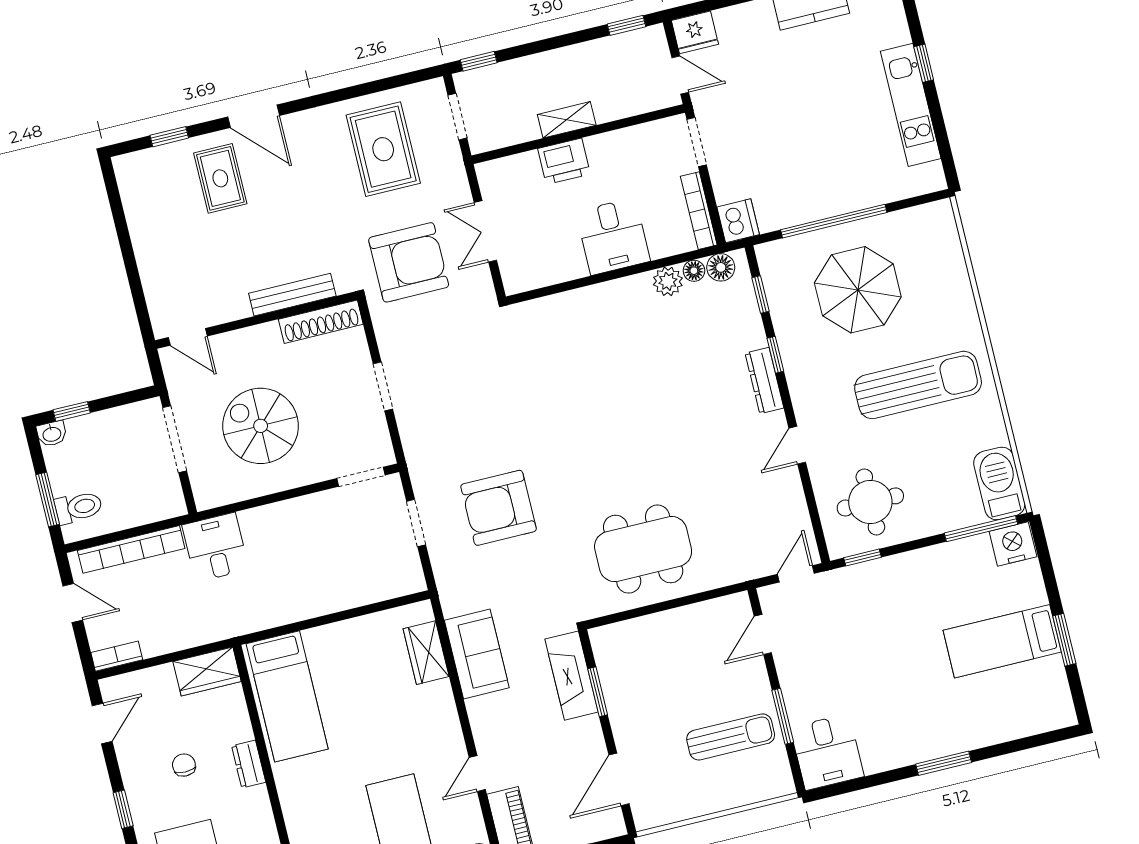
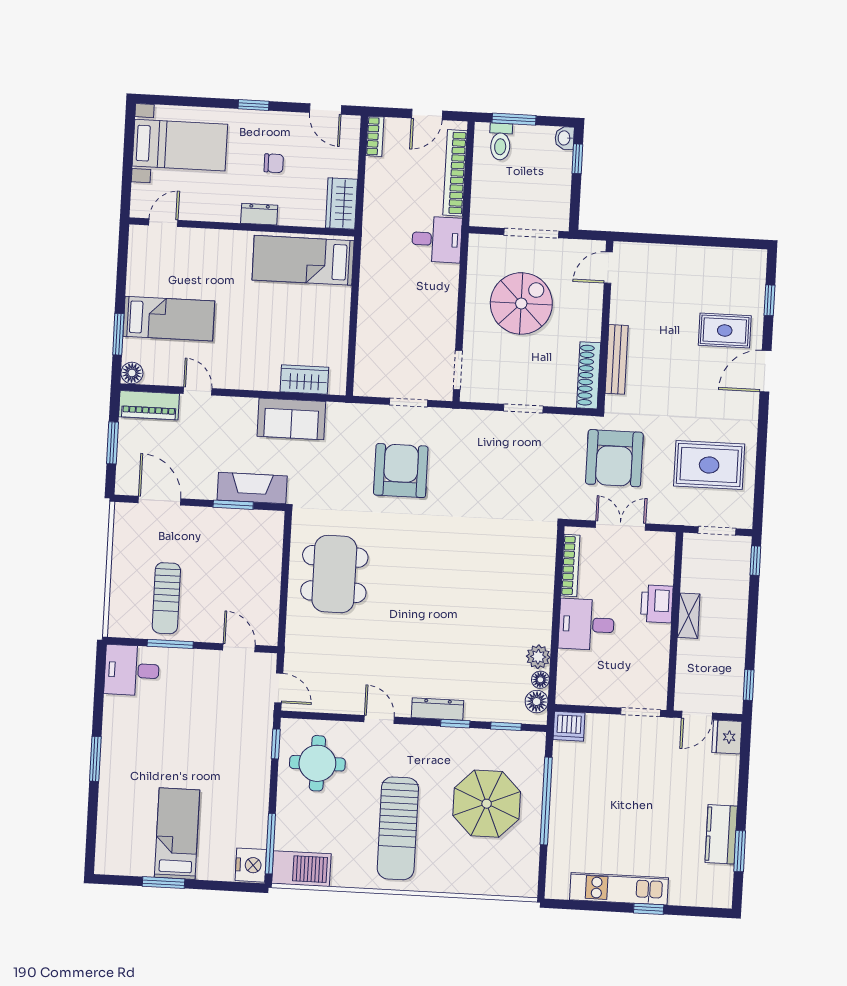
bookcase: (699, 211) -> (570, 566), moved, turned 90

